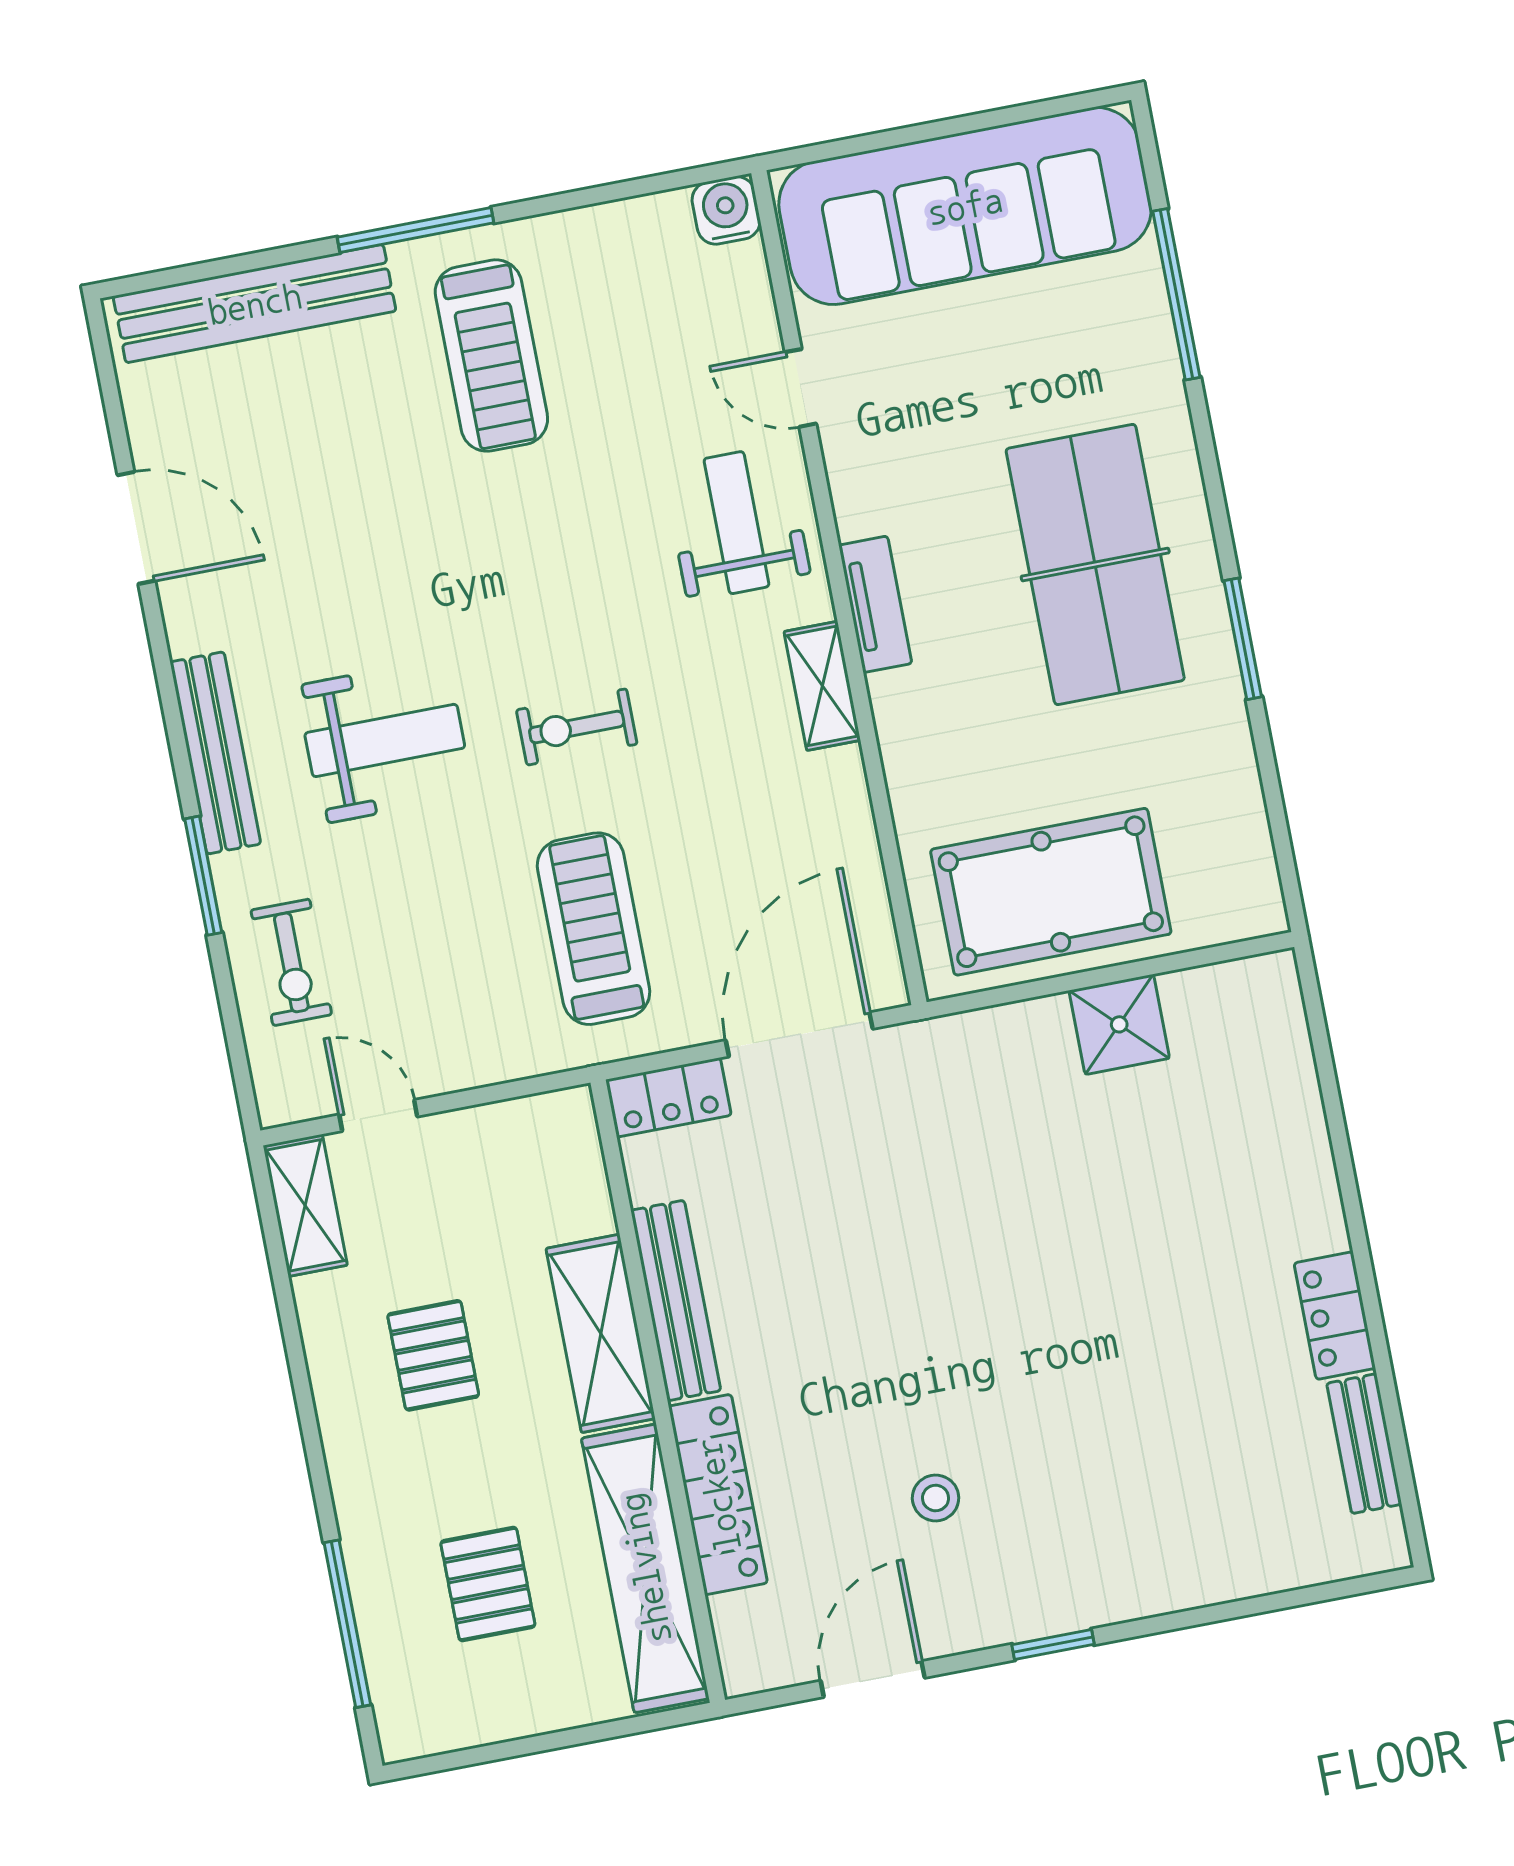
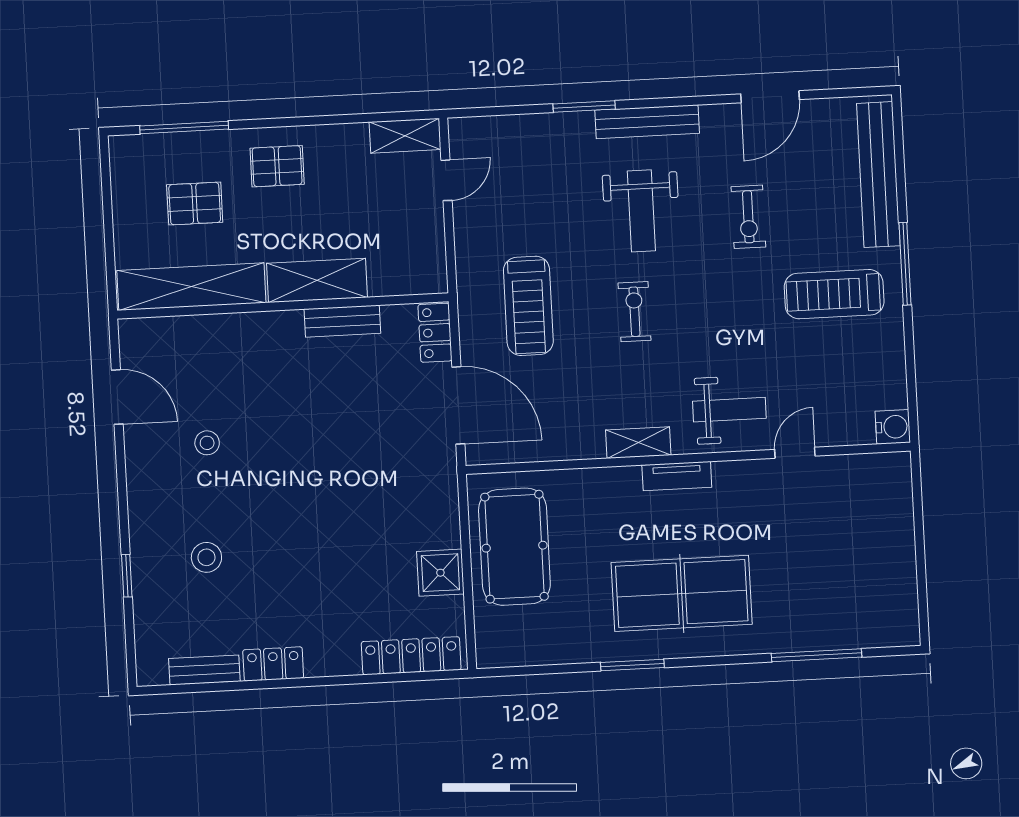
sofa: (965, 206) -> (878, 552), removed
treadmill: (594, 929) -> (528, 306), turned 90
exercise bike: (291, 962) -> (748, 217), moved, turned -90
bench: (676, 1300) -> (342, 321), width x0.73
pallet: (433, 1355) -> (277, 166), moved
stool: (1151, 1469) -> (206, 557), added
locker: (718, 1495) -> (411, 656), moved, turned 180
window: (1053, 1644) -> (127, 576), moved

